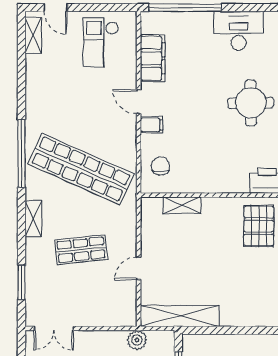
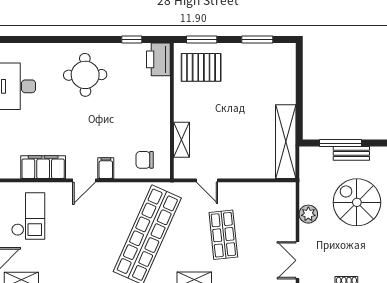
checkout: (101, 42) -> (28, 216), turned -90
door: (139, 268) -> (207, 180), moved
double door: (54, 328) -> (297, 260), swing flipped
plant: (137, 340) -> (308, 214), moved

